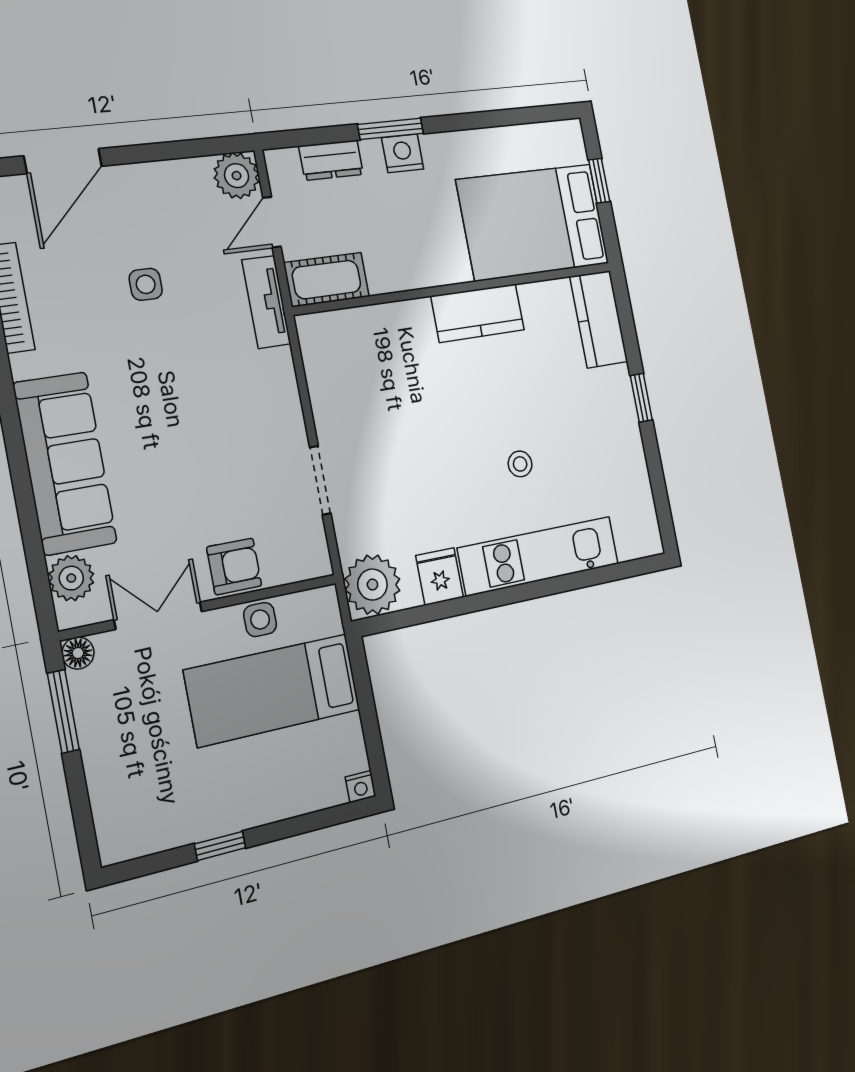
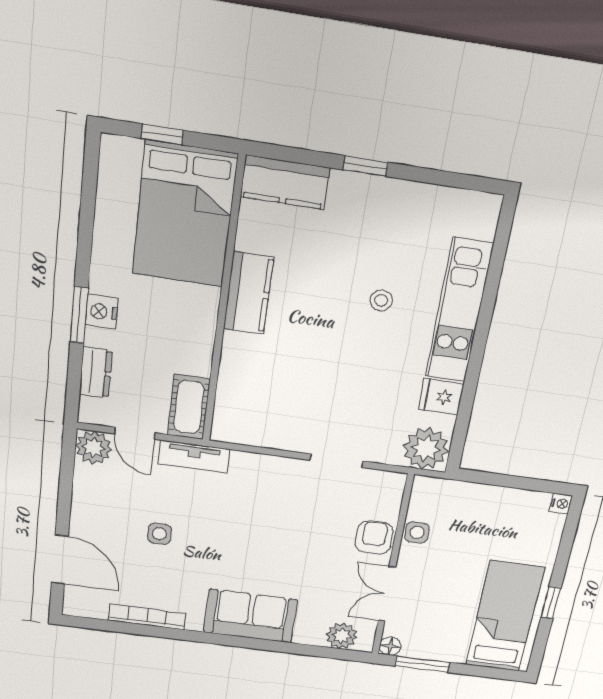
sofa: (65, 463) -> (251, 616), width x0.73
bed: (273, 690) -> (505, 617), moved, turned 180

